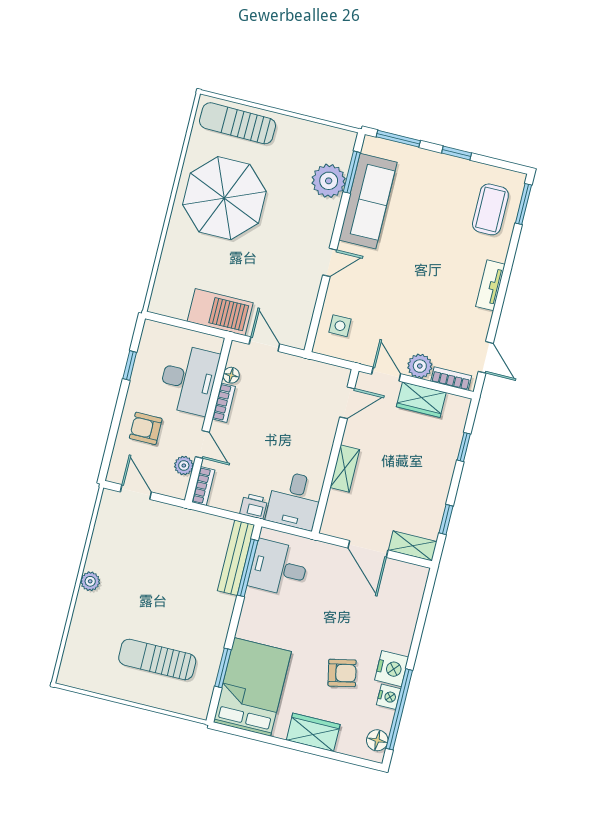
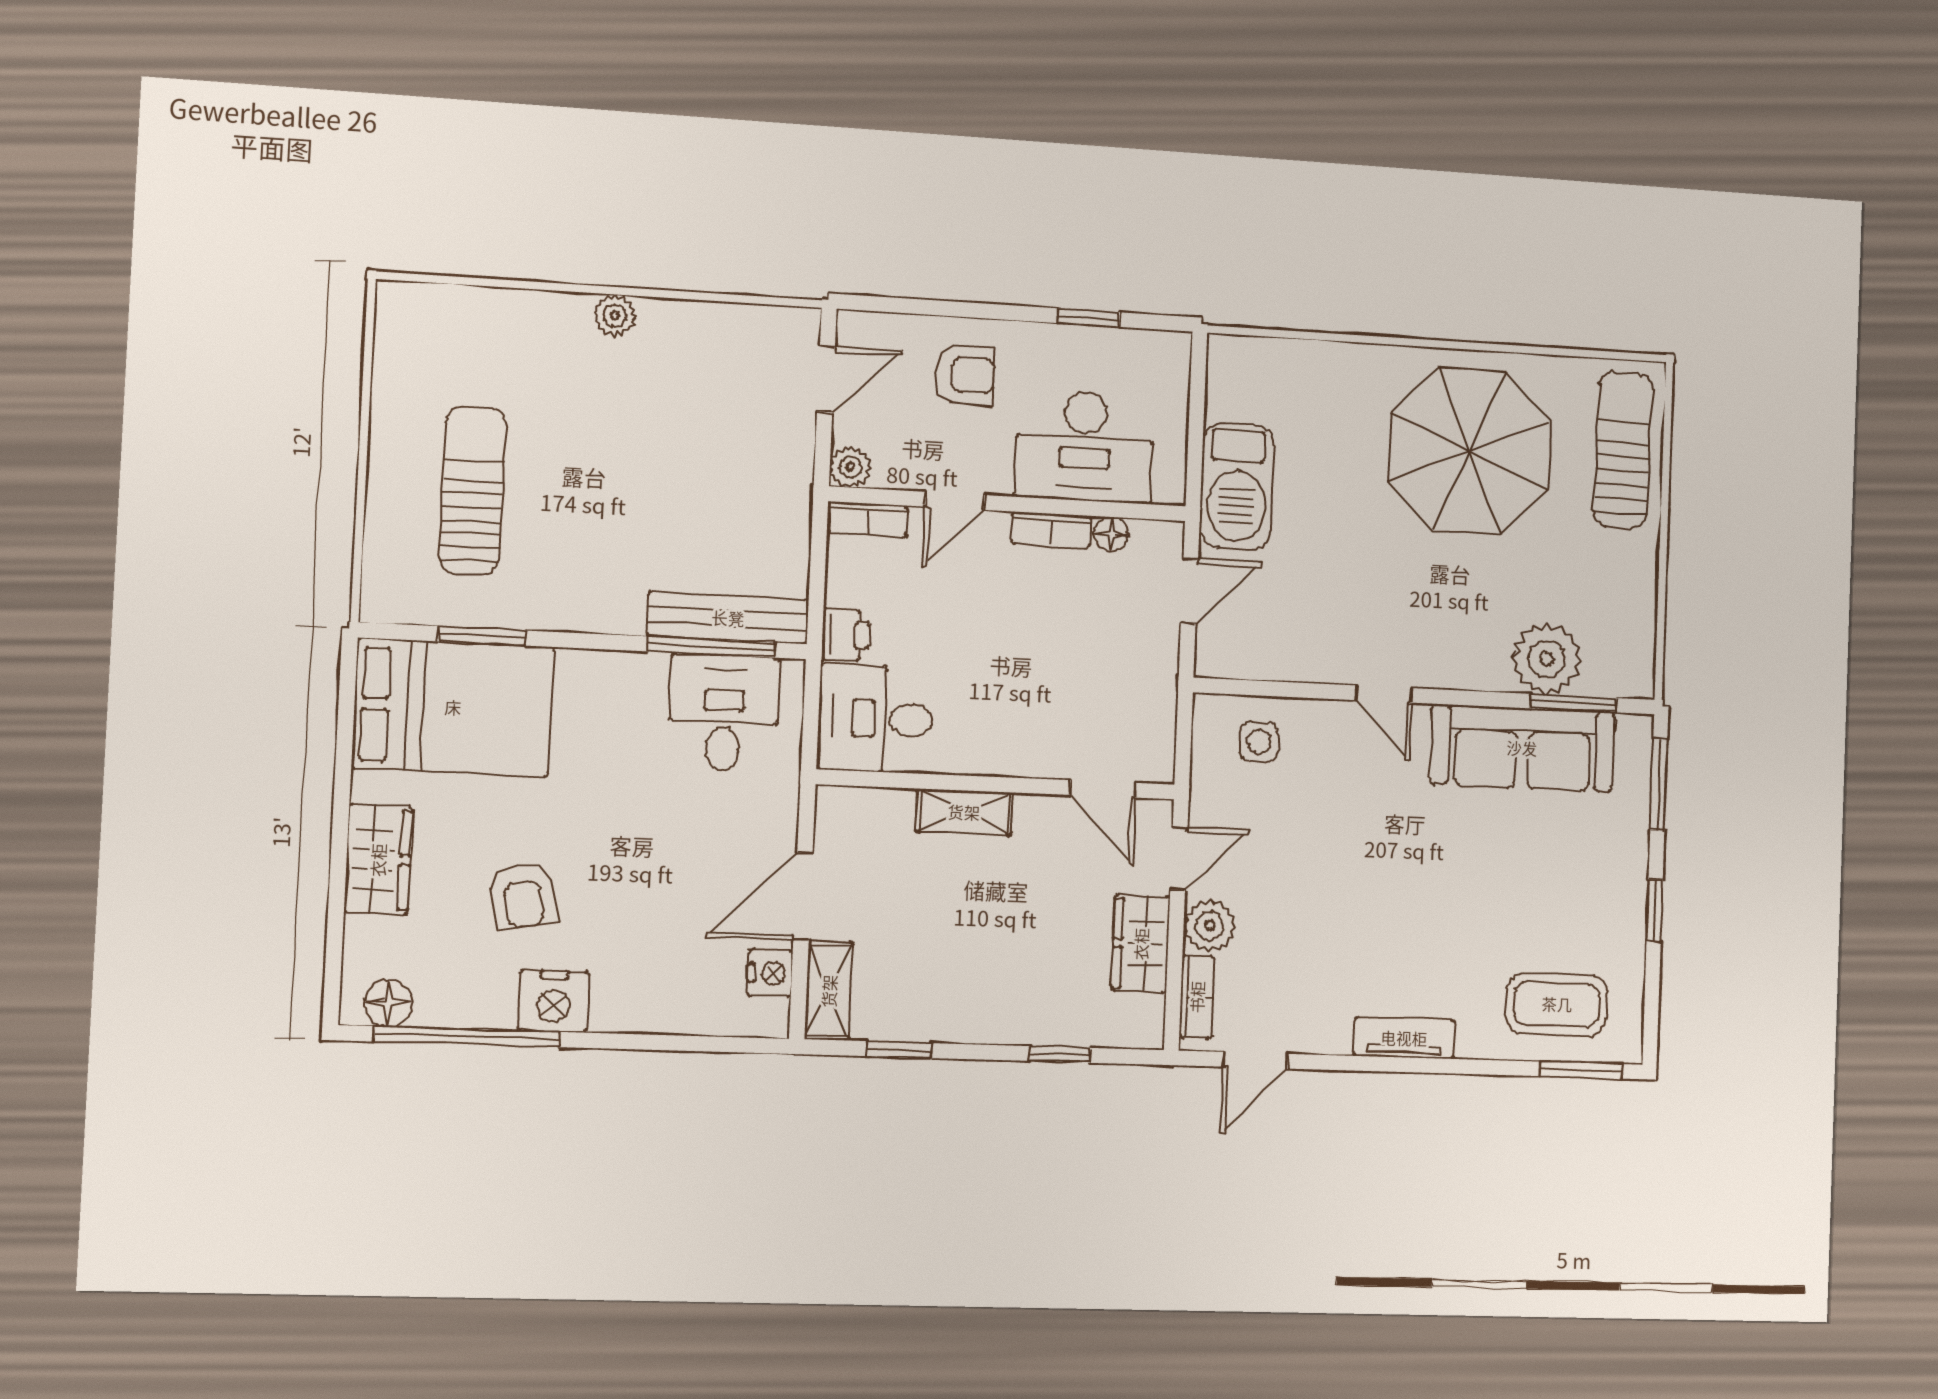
armchair: (146, 428) -> (965, 375), turned 90
plant: (184, 466) -> (850, 467), moved
nightstand: (389, 697) -> (770, 973), moved, turned -90

